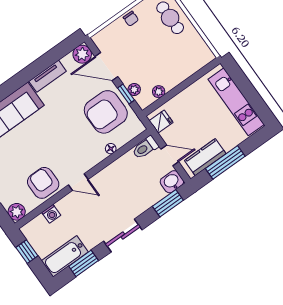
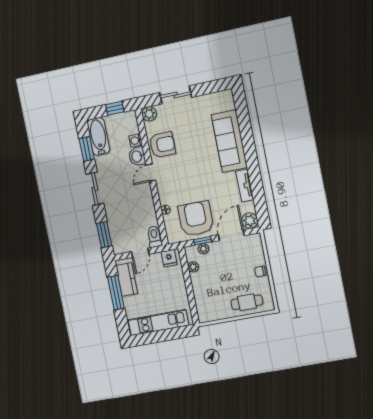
washbasin: (172, 182) -> (137, 156), moved, turned 180

